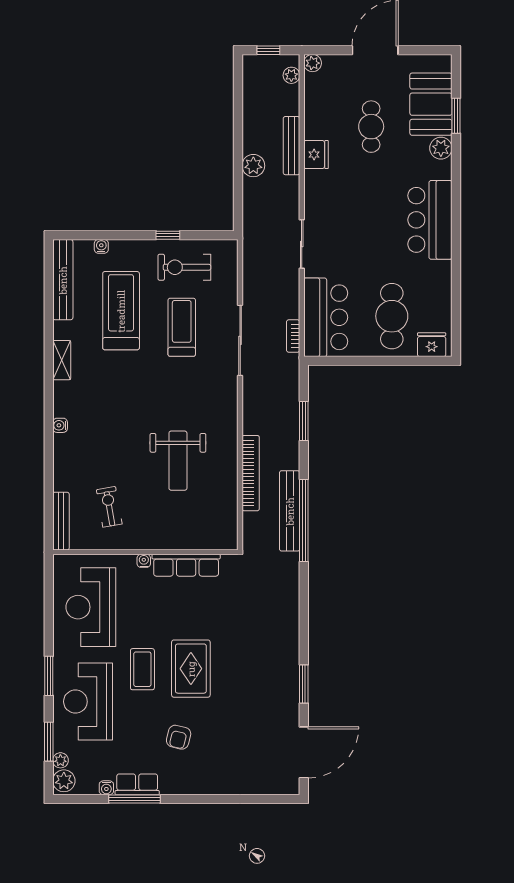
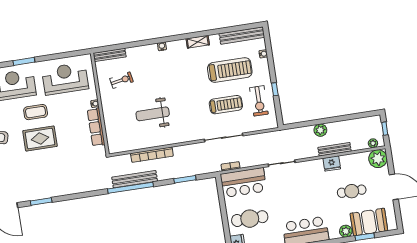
plant: (313, 63) -> (378, 159), width x1.87, depth x1.87
exercise bike: (184, 267) -> (259, 101), turned 180

